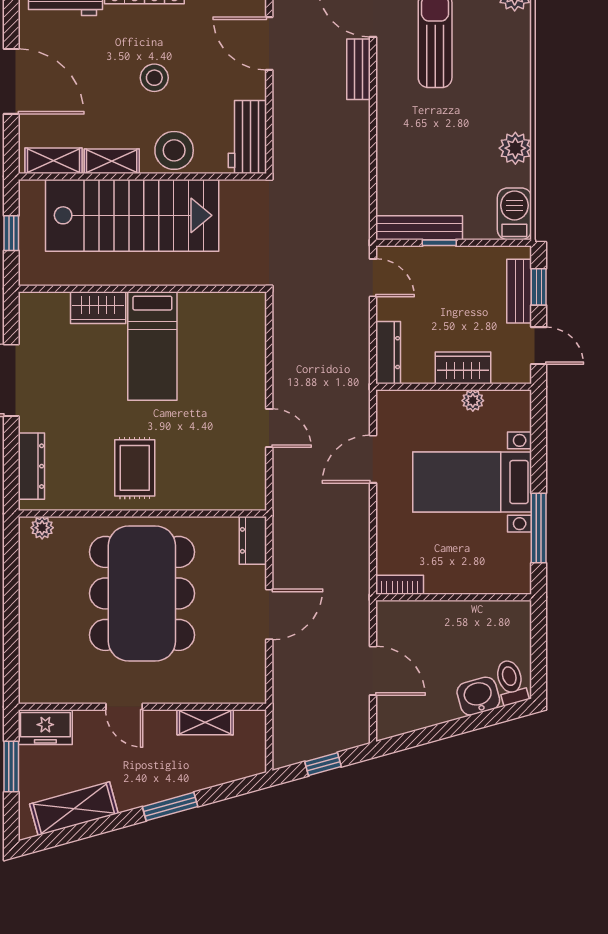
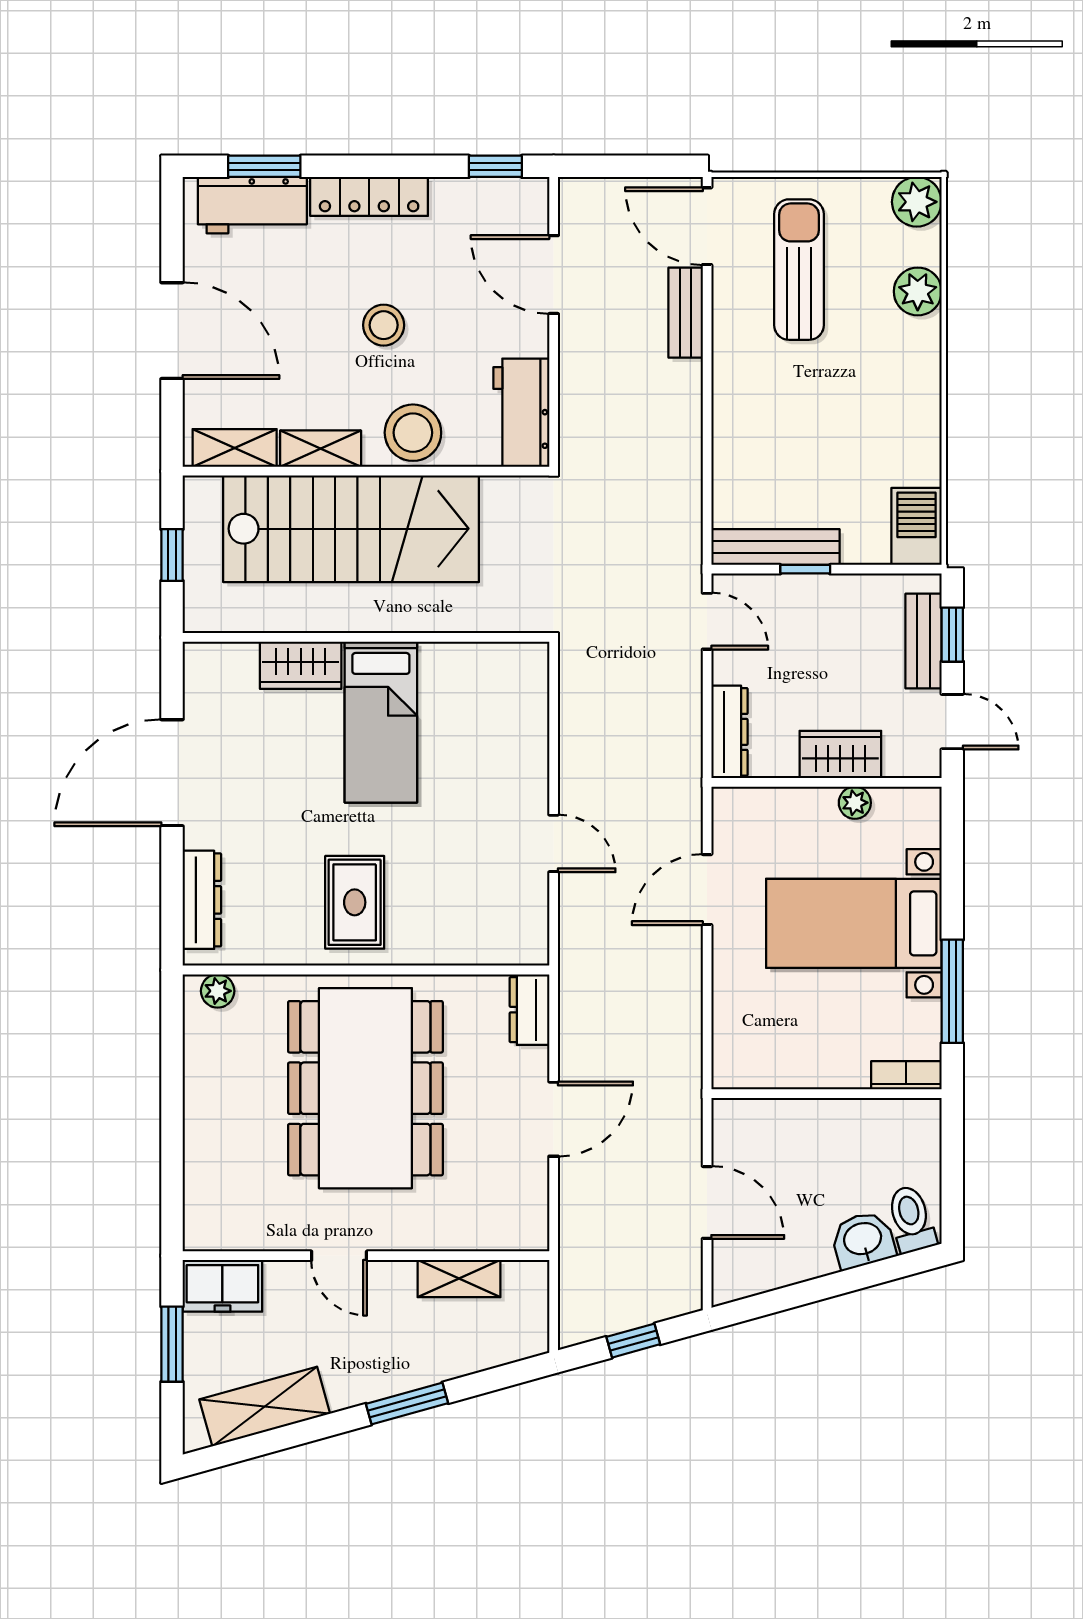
plant: (515, 148) -> (918, 291), moved
bookcase: (400, 585) -> (906, 1075), moved

